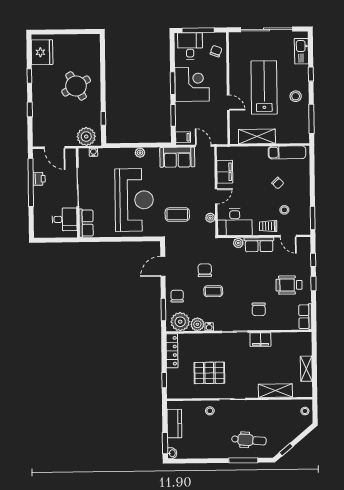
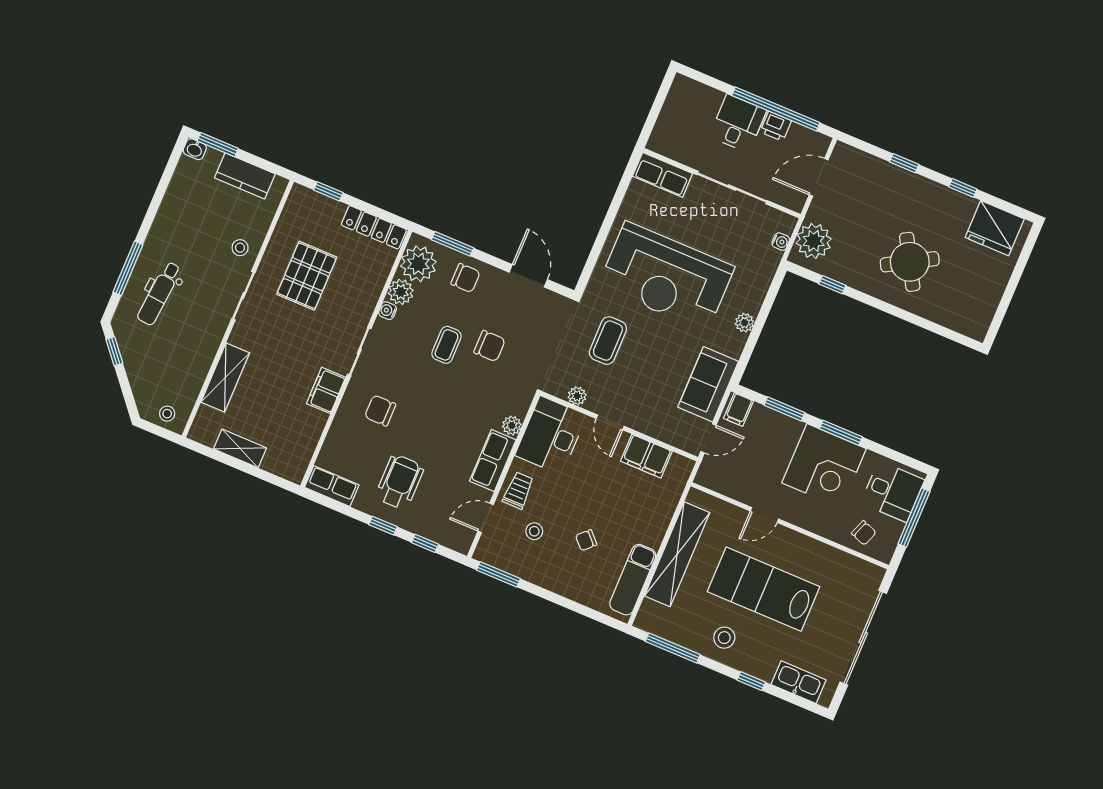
lab bench: (264, 88) -> (764, 589), turned 180
shelving: (257, 136) -> (677, 554), width x1.47
desk: (65, 219) -> (738, 123), moved, turned 180

